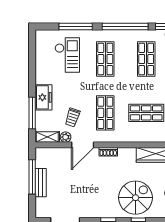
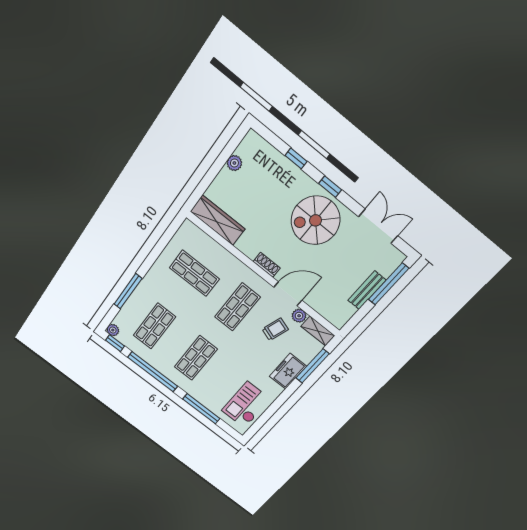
checkout: (67, 55) -> (246, 405), moved
window: (32, 177) -> (389, 284), moved
spiral stairs: (136, 198) -> (315, 220), moved

